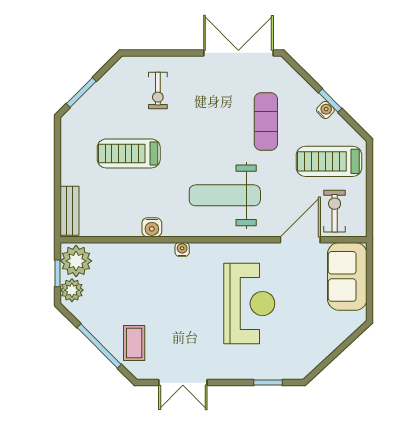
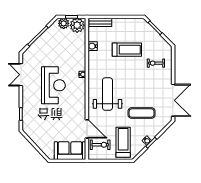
treadmill: (129, 153) -> (127, 50), turned 90
water cooler: (152, 227) -> (93, 46), moved
reception desk: (249, 304) -> (53, 85), moved, turned -90
coffee table: (134, 343) -> (39, 52), removed

